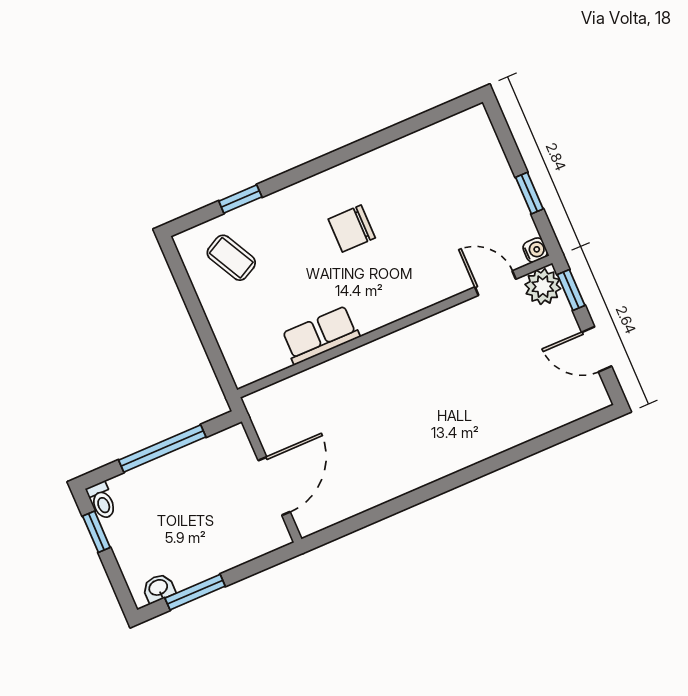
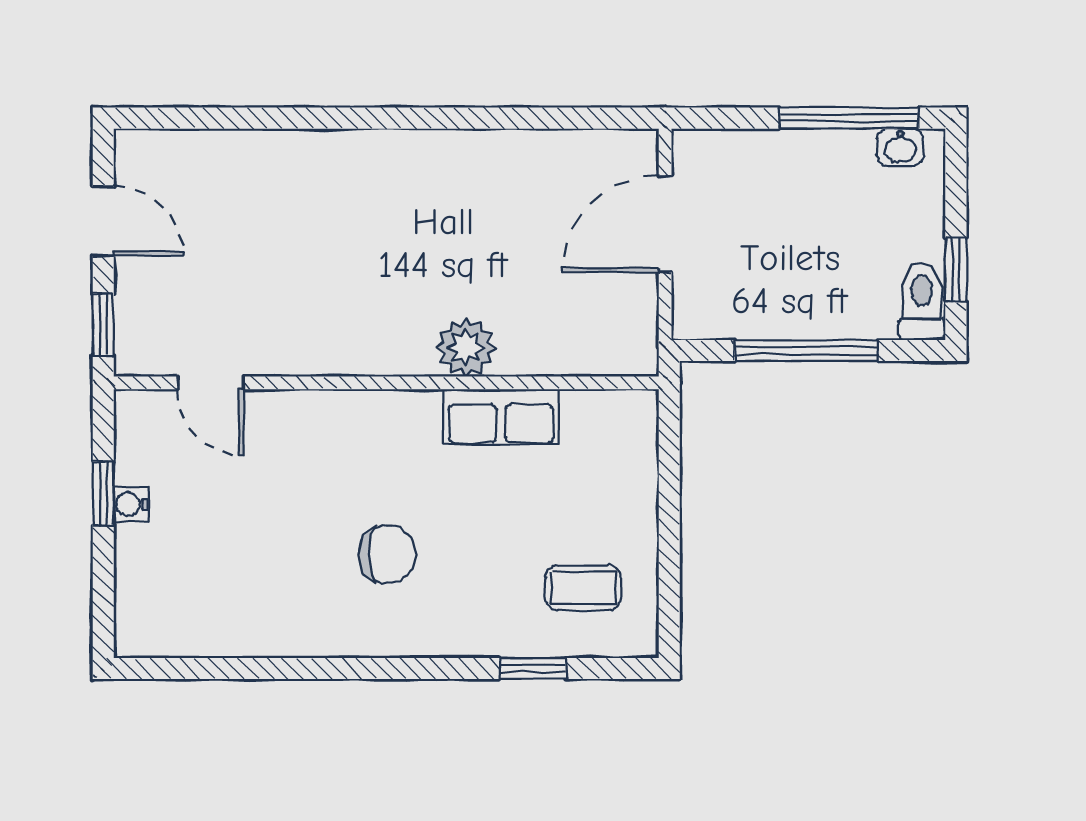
water cooler: (535, 250) -> (131, 504), moved
coffee table: (231, 258) -> (583, 588), turned -62
plant: (543, 287) -> (466, 348), moved
toilet: (102, 501) -> (922, 301), width x1.37, depth x1.39
window: (195, 592) -> (849, 118), width x1.44

